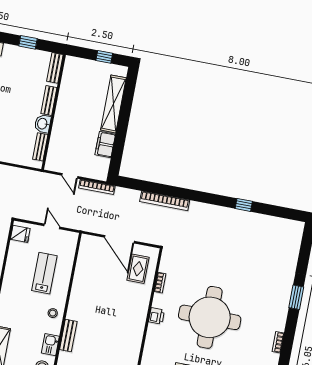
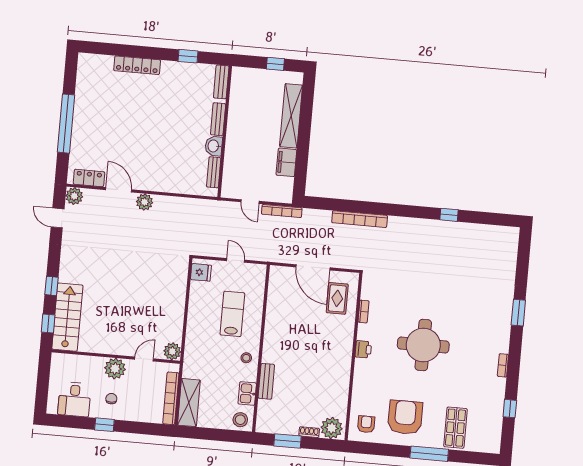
round table: (210, 317) -> (423, 345), width x0.73, depth x0.73

